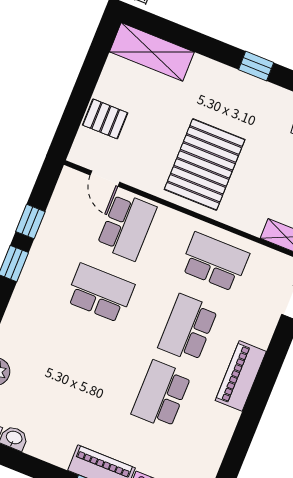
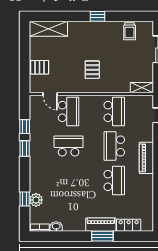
pallet: (205, 164) -> (92, 70), width x0.49, depth x0.50
school desk: (215, 262) -> (114, 111), turned 90
school desk: (161, 395) -> (114, 180), turned 180

